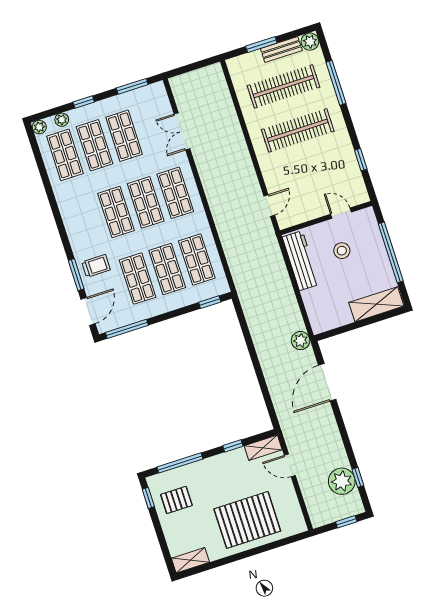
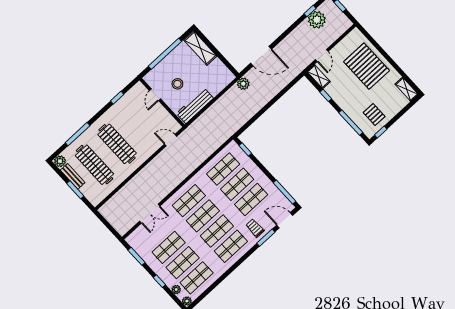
shop shelf: (86, 222) -> (231, 246), added

